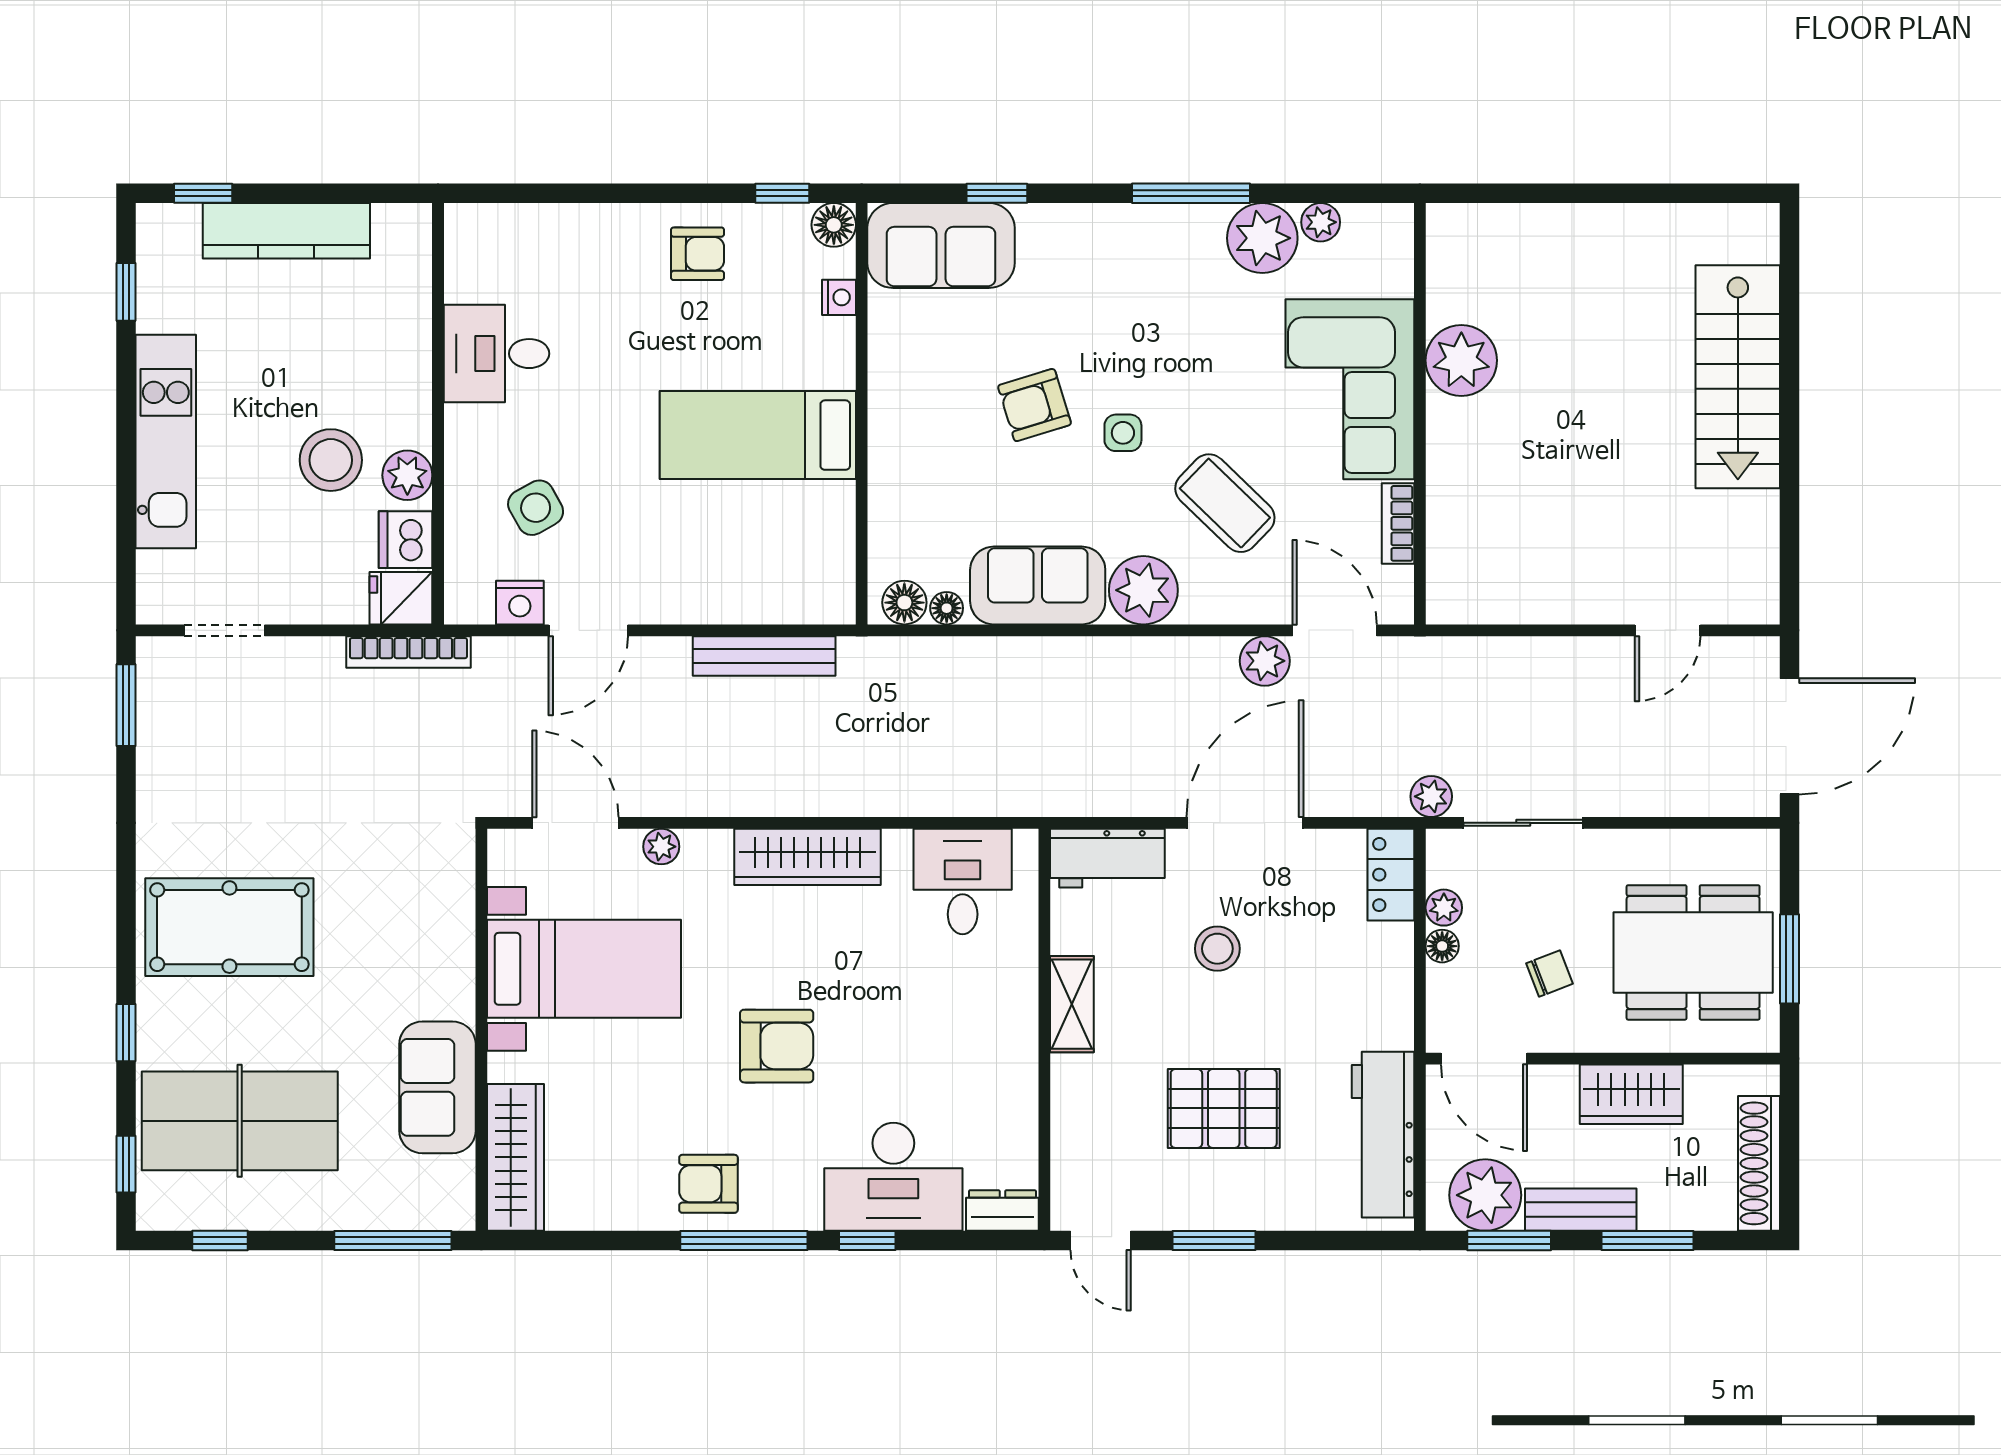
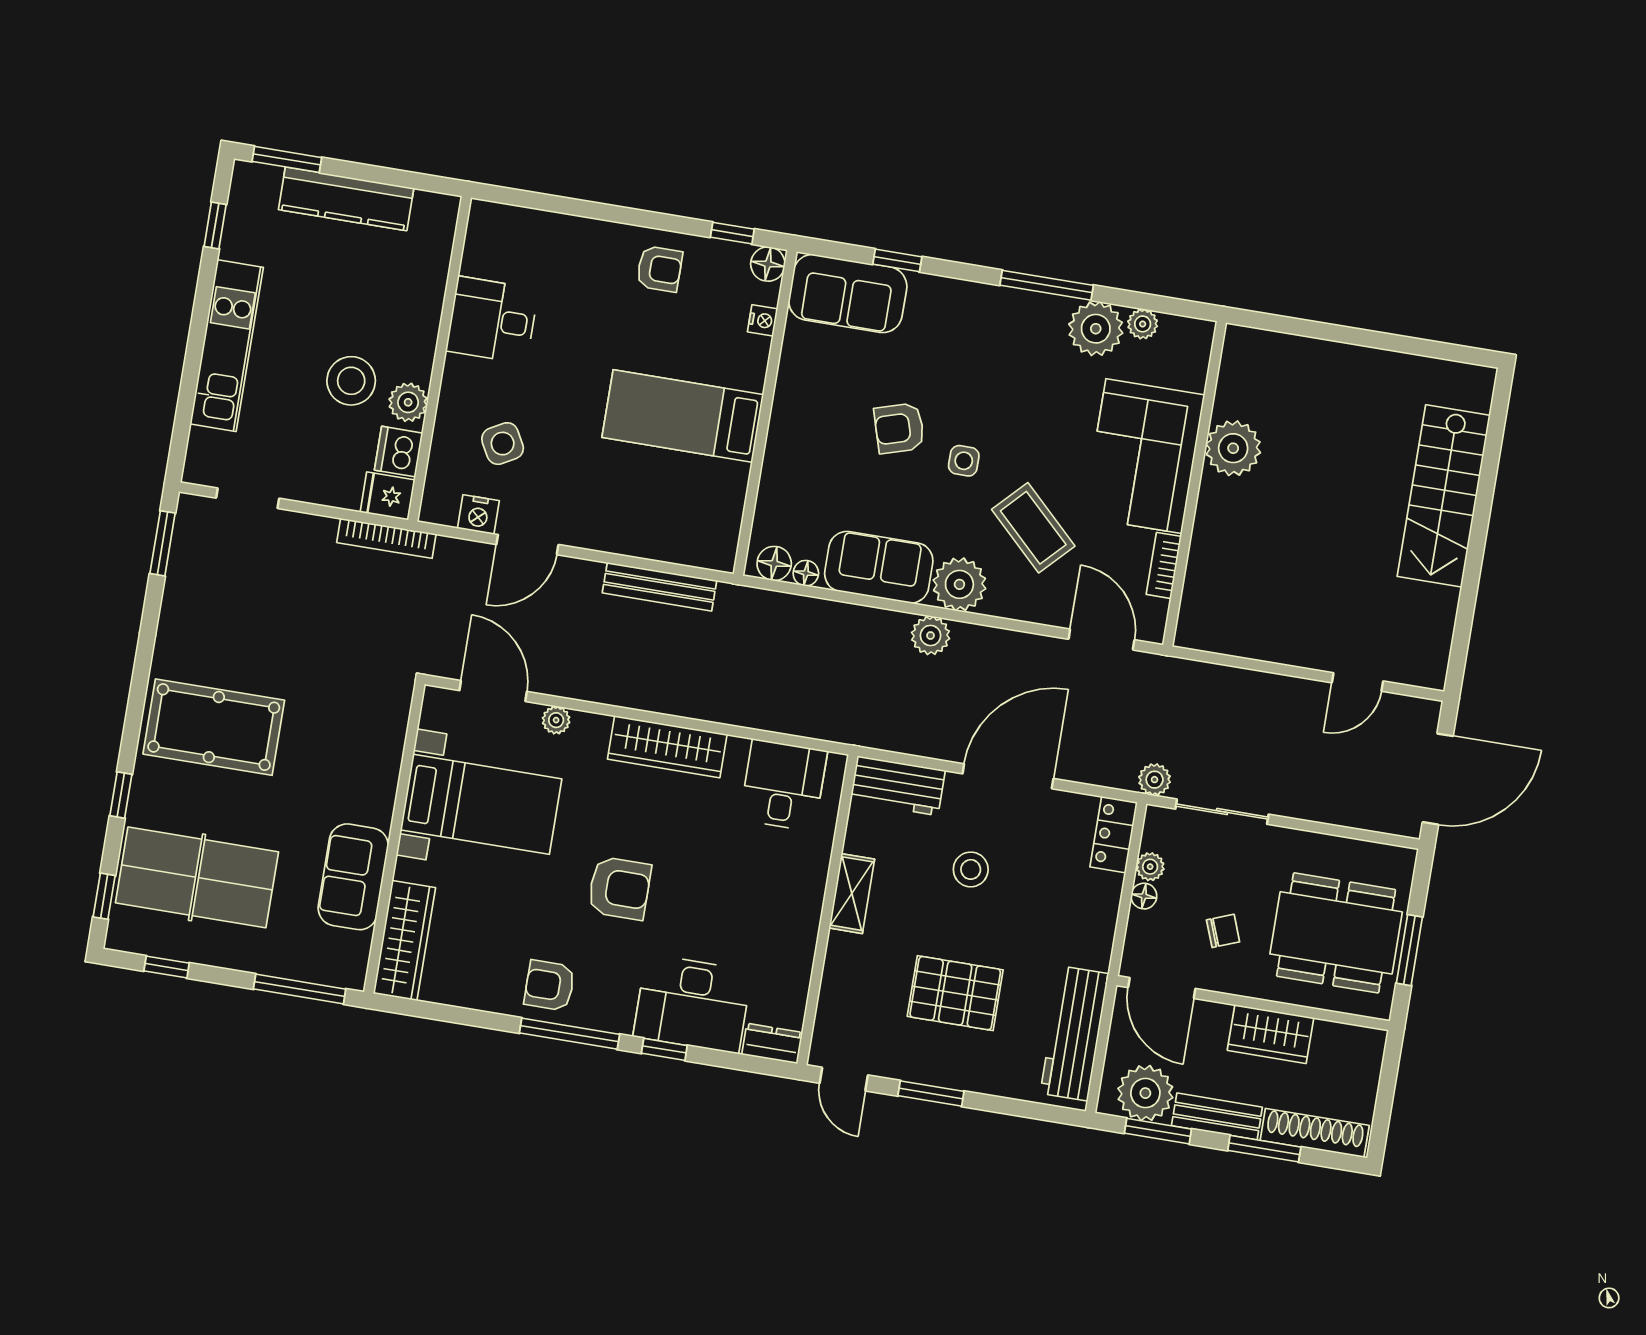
window: (203, 193) -> (287, 159), width x1.50
plant: (1265, 661) -> (931, 636), moved
shoe rack: (1759, 1163) -> (1315, 1133), moved, turned 90

